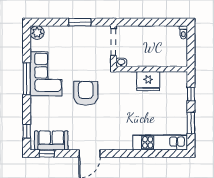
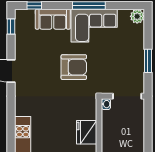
sofa: (51, 140) -> (53, 19), moved, turned 90

